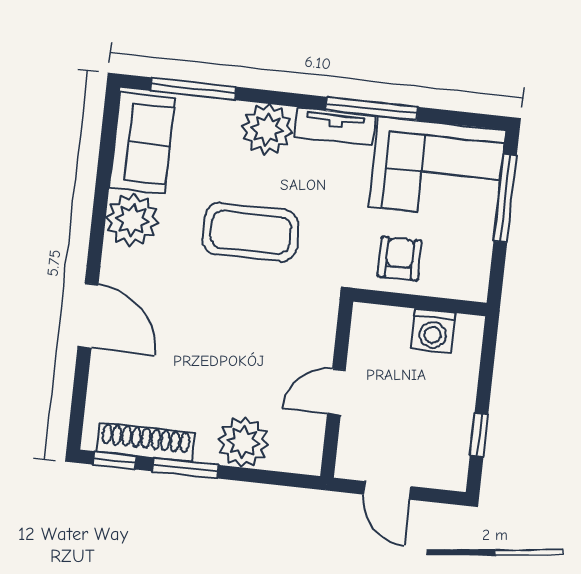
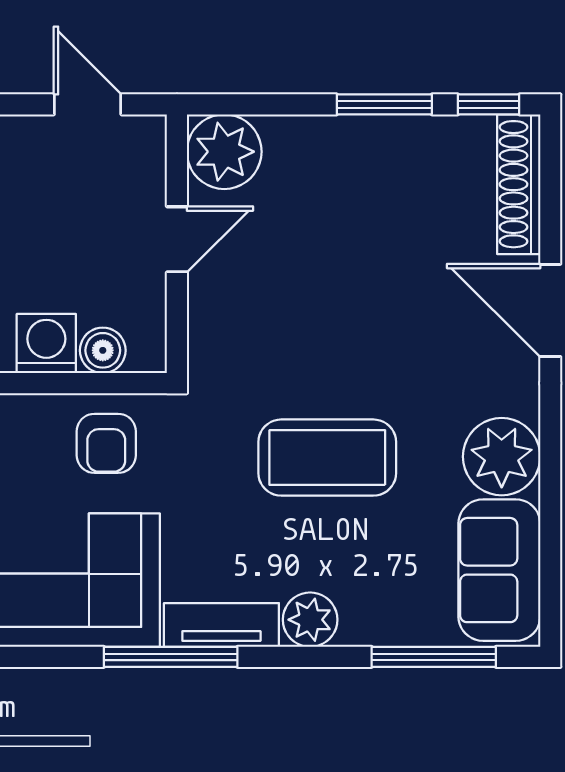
plant: (267, 129) -> (310, 620), width x0.73, depth x0.73
boiler: (395, 322) -> (103, 350), added
shoe rack: (146, 442) -> (519, 184), moved, turned 90
plant: (243, 442) -> (224, 152), moved

